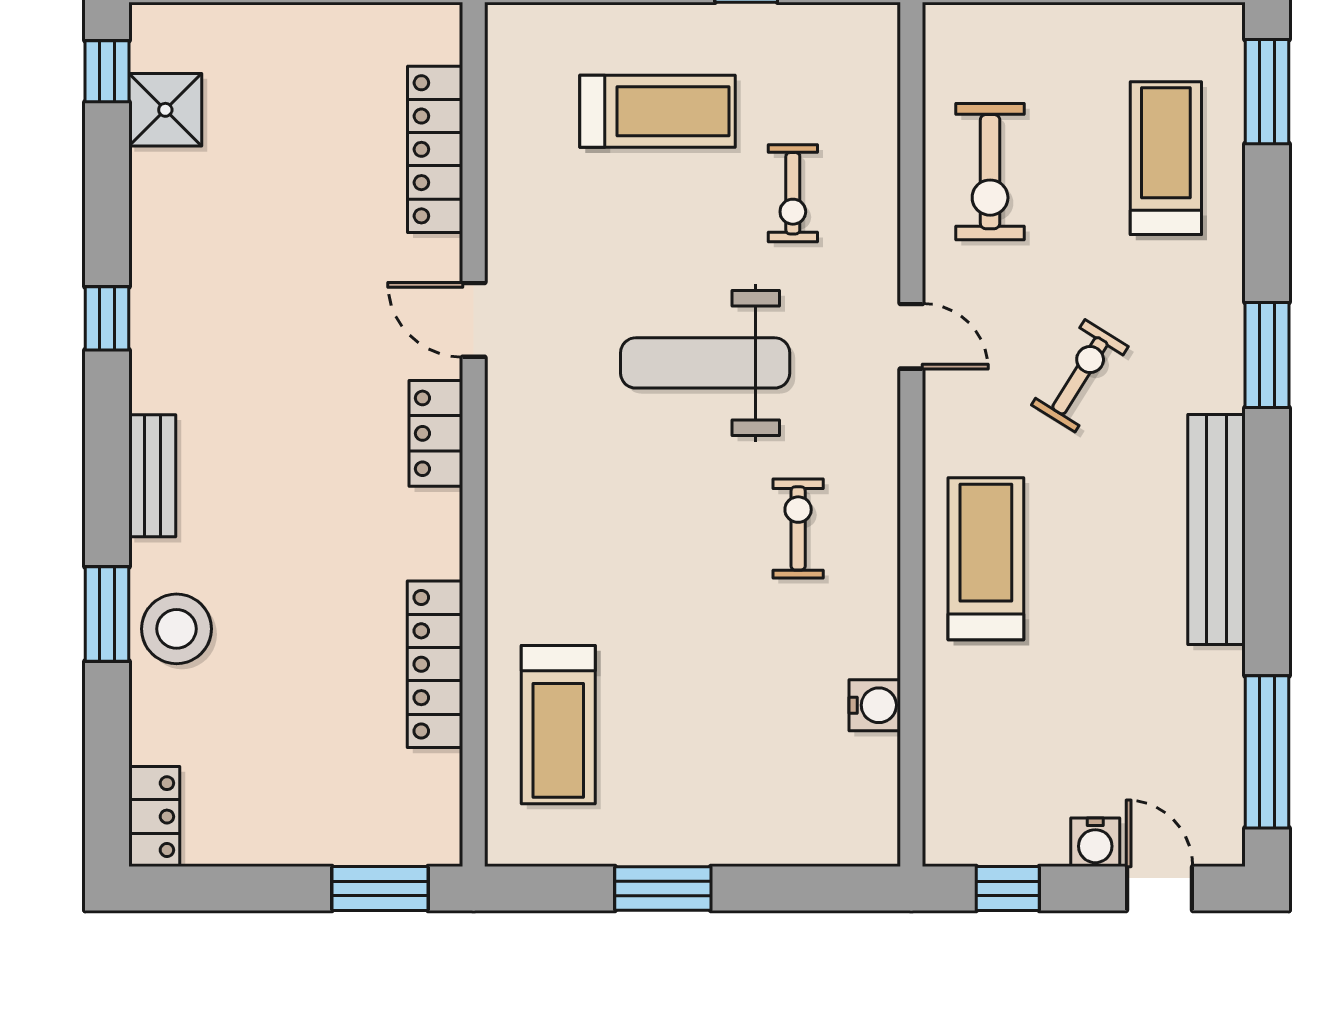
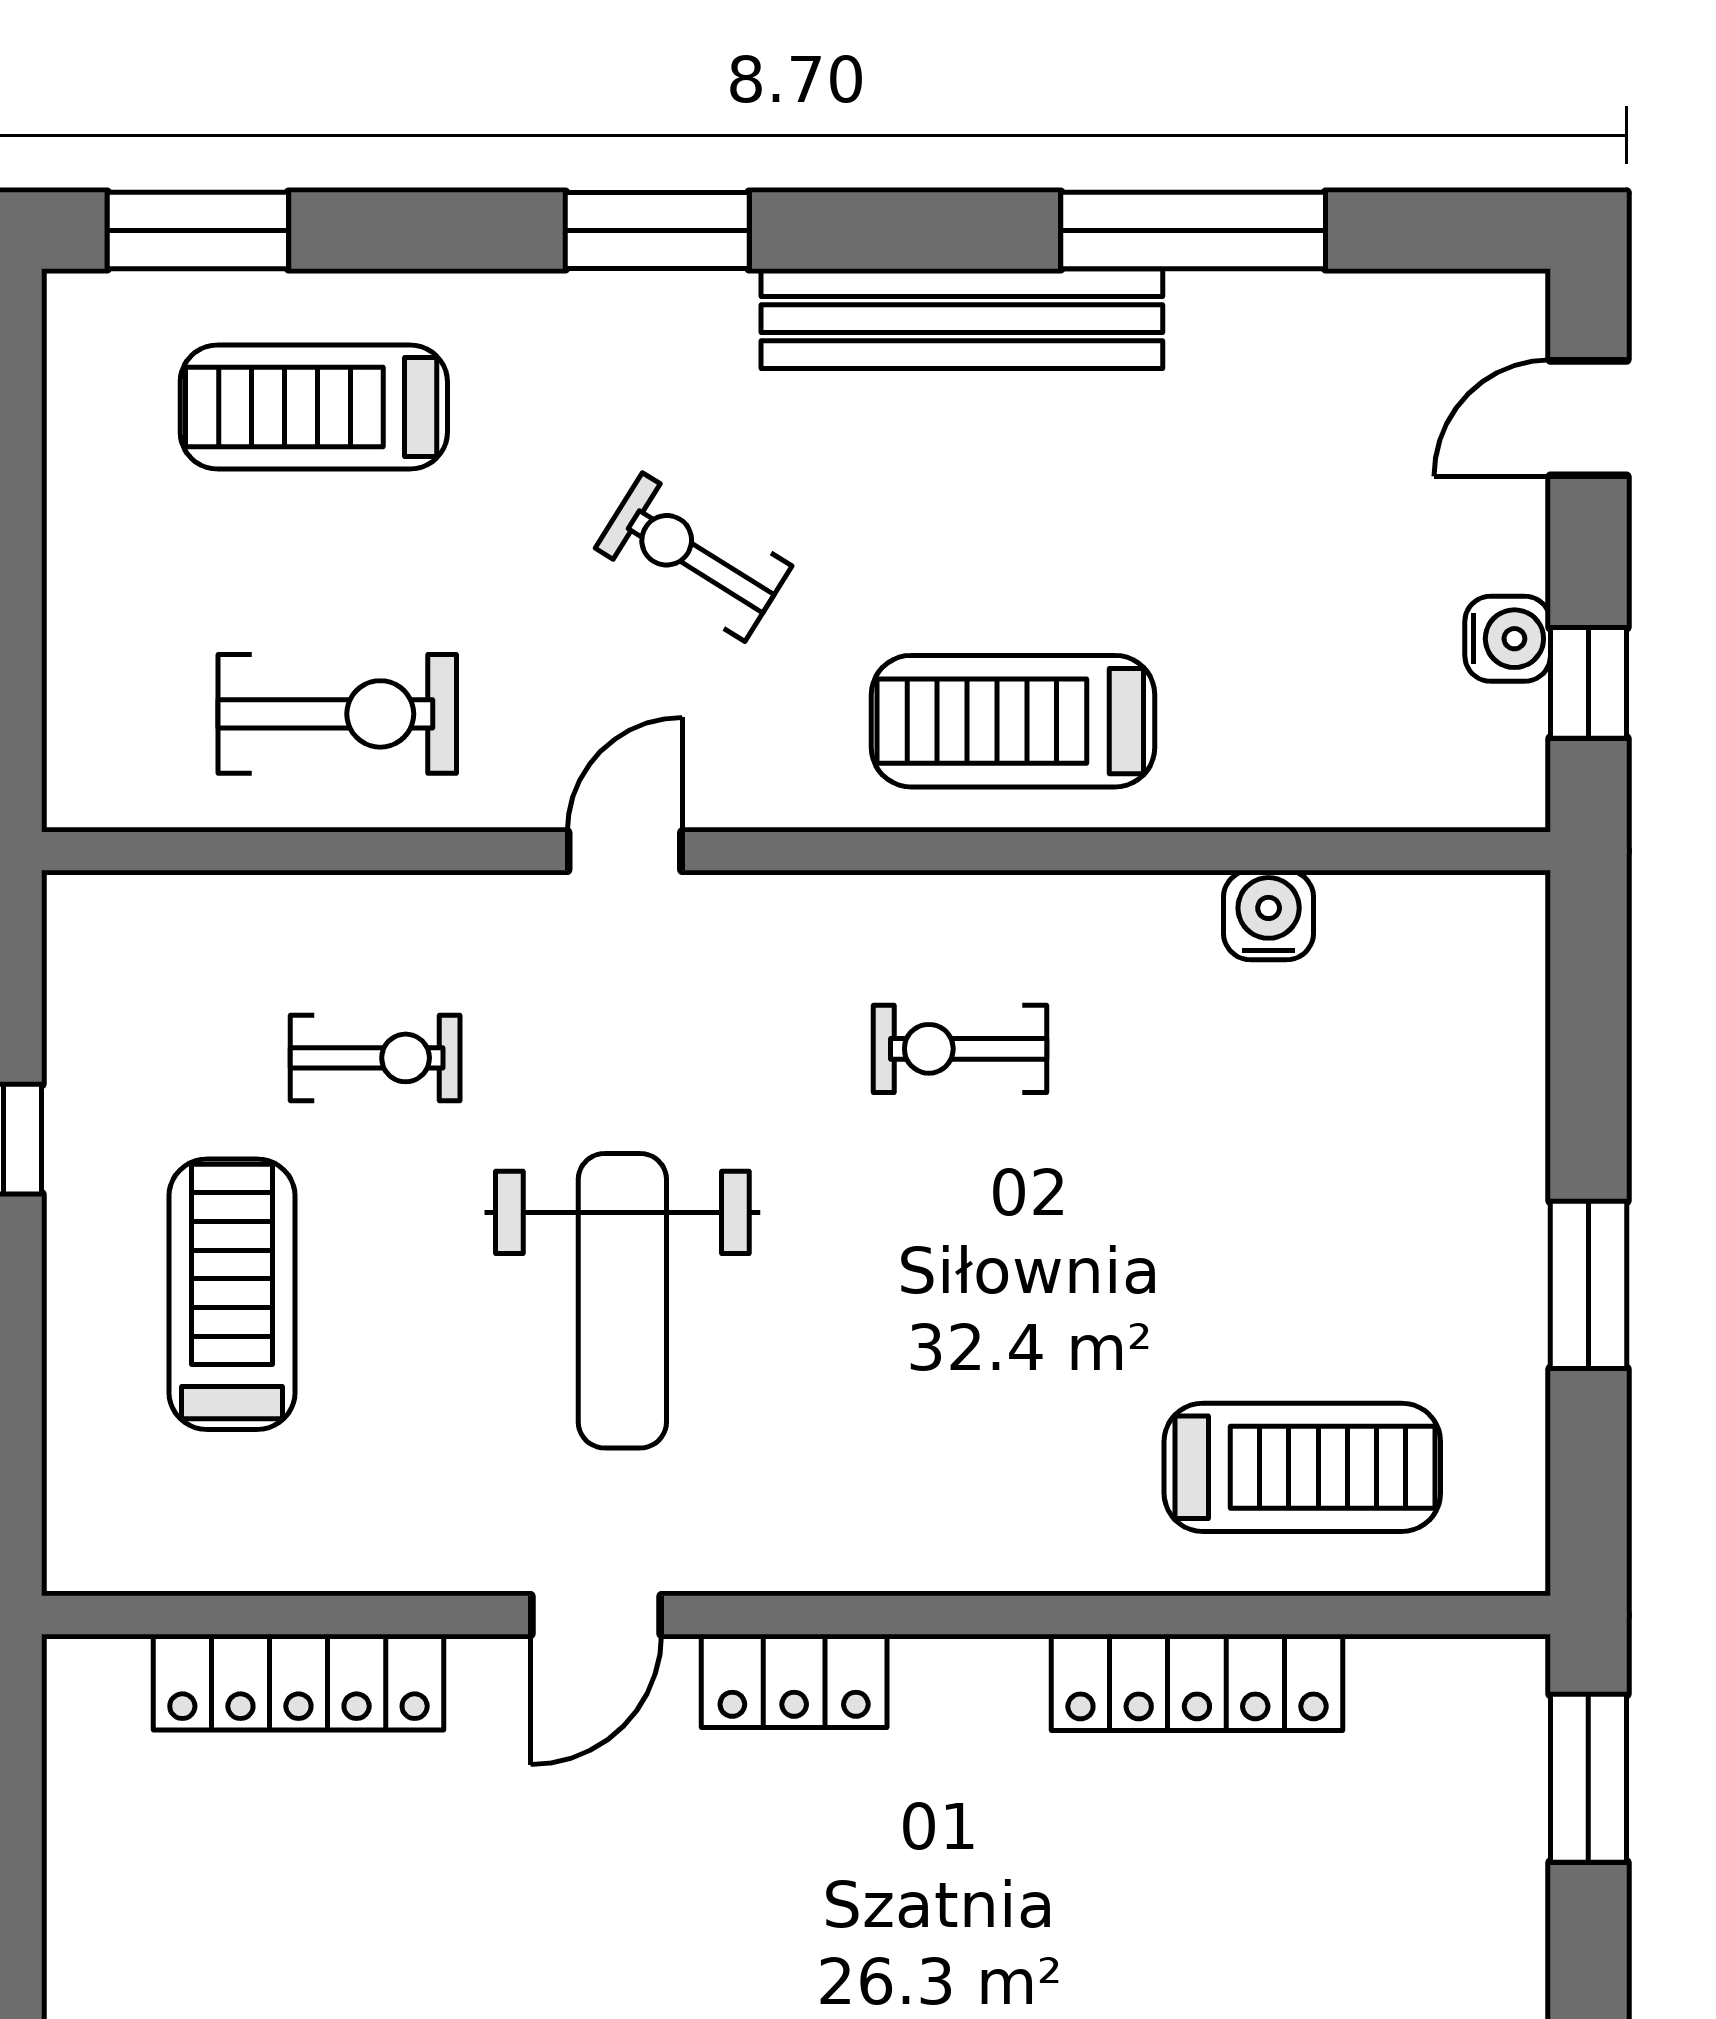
weight bench: (705, 363) -> (622, 1301), moved
window: (1267, 752) -> (1193, 231), moved
water cooler: (1095, 842) -> (1508, 639), moved

